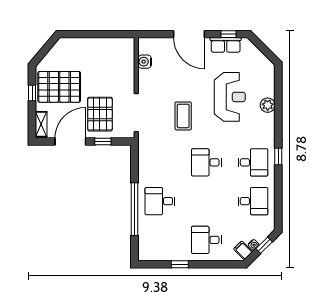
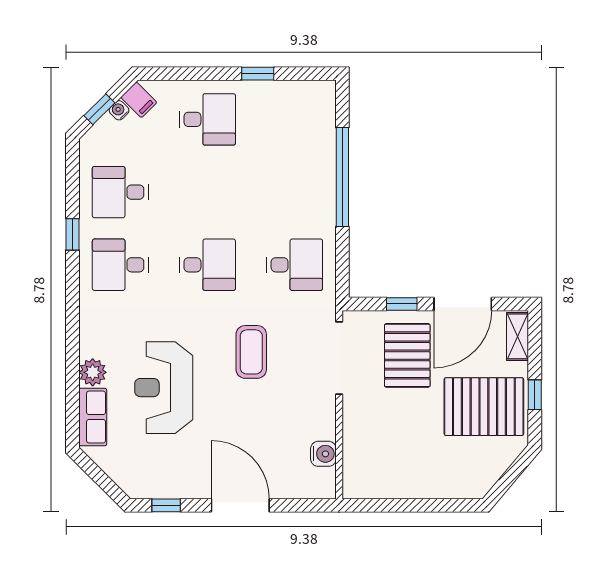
row of seats: (226, 45) -> (93, 417), moved, turned 90
window: (278, 157) -> (73, 234), moved
desk: (160, 201) -> (295, 265), moved

